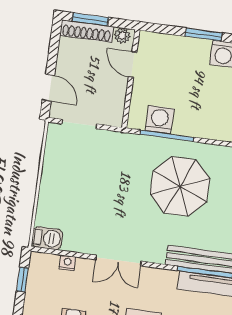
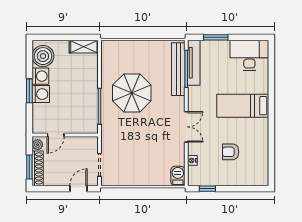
washing machine: (160, 120) -> (41, 94), moved, turned 180

